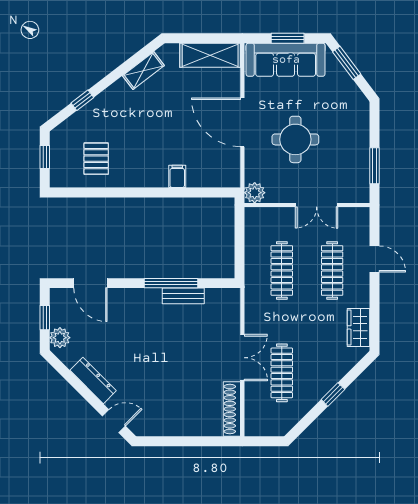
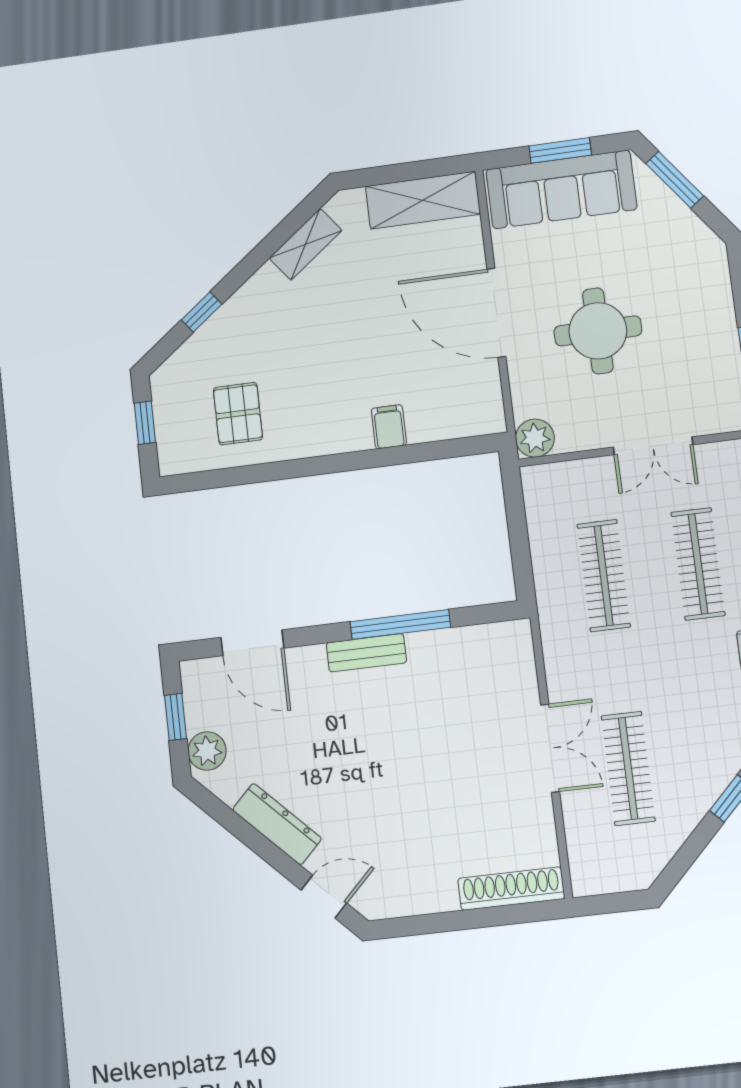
bench: (183, 296) -> (366, 653), moved
shoe rack: (232, 409) -> (511, 889), moved, turned 90

